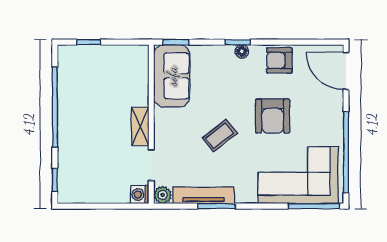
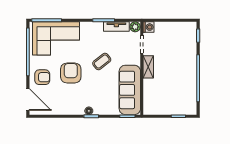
armchair: (279, 60) -> (42, 77), moved
sofa: (172, 76) -> (130, 90), width x1.36
tv unit: (204, 195) -> (116, 27), width x0.71

